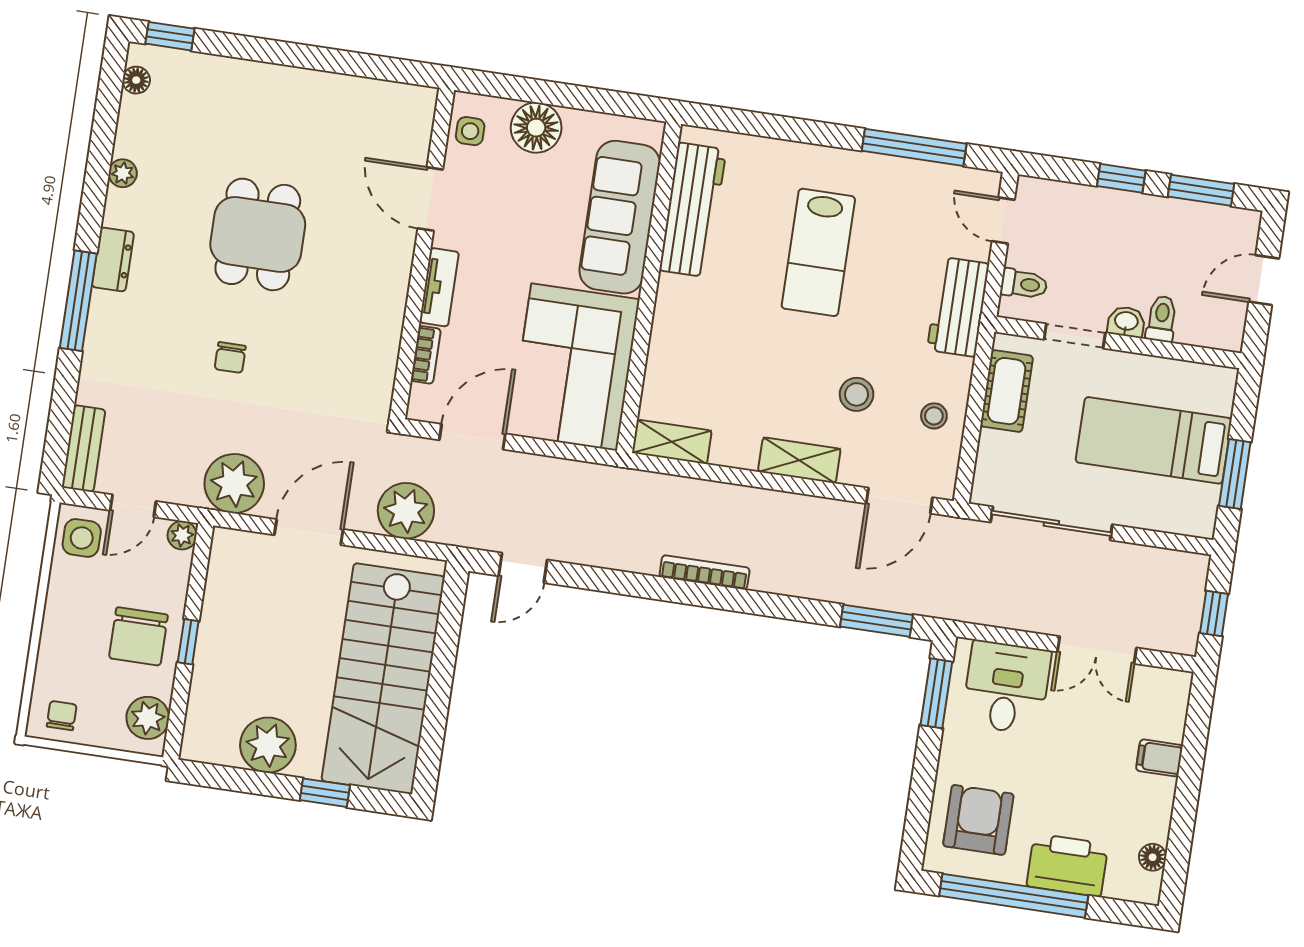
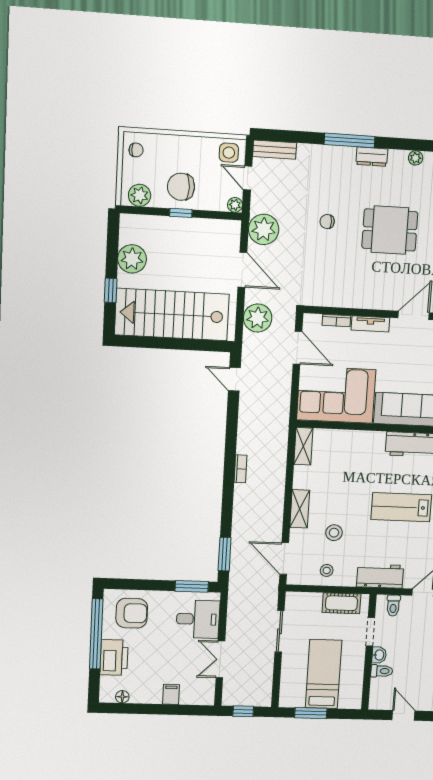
sliding door: (1051, 523) -> (280, 631), width x0.73
bookcase: (705, 572) -> (240, 469), width x0.64

